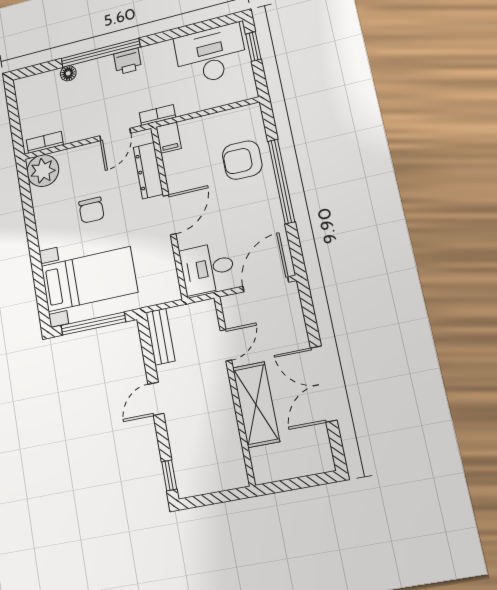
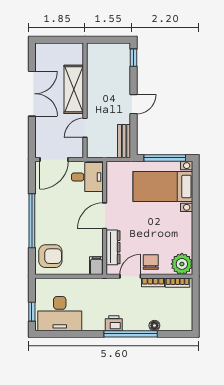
bookcase: (157, 115) -> (153, 282), moved
armchair: (242, 160) -> (50, 256), moved
chair: (91, 210) -> (151, 262), moved

